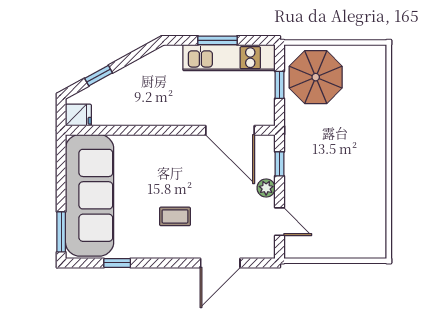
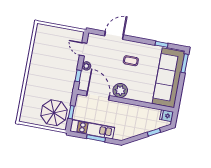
plant: (186, 150) -> (120, 91), added

